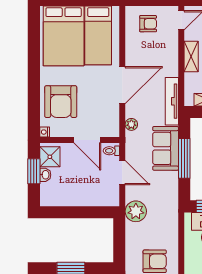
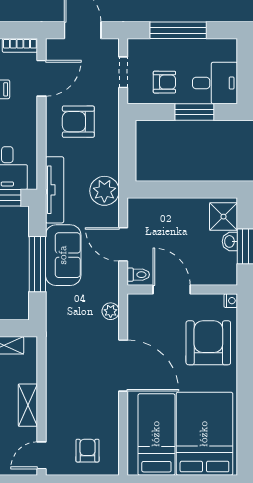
armchair: (148, 24) -> (87, 451), turned 90
door: (122, 85) -> (123, 365), swing flipped
tv unit: (172, 101) -> (55, 190), moved
sofa: (166, 148) -> (63, 255), moved
shower: (50, 157) -> (224, 217), moved

